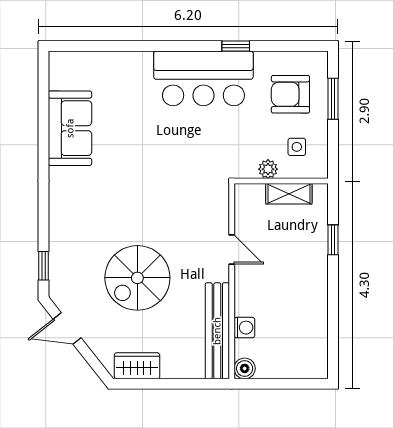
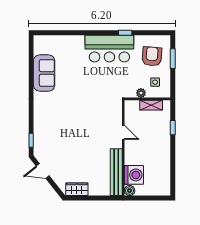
armchair: (290, 94) -> (152, 56), turned 94
spiral stairs: (137, 278) -> (77, 146), removed
washing machine: (244, 328) -> (134, 175), width x1.89, depth x1.89

